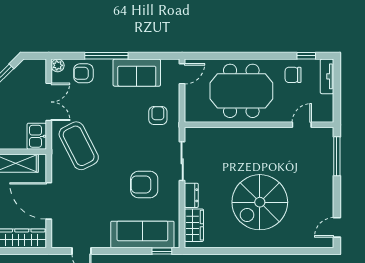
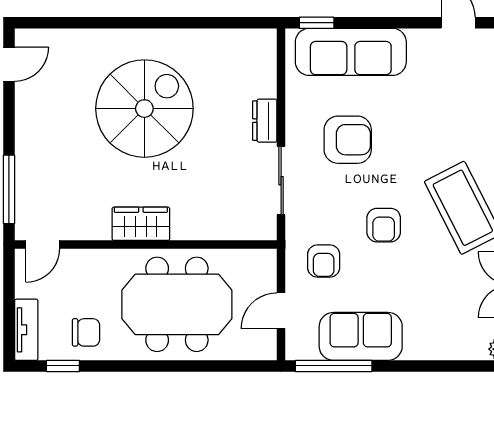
window: (106, 56) -> (334, 366), moved
armchair: (83, 73) -> (384, 225), moved, turned 90
door: (182, 74) -> (281, 311), moved
door: (302, 125) -> (43, 245), moved
wardrobe: (194, 225) -> (141, 224), moved, turned 90

